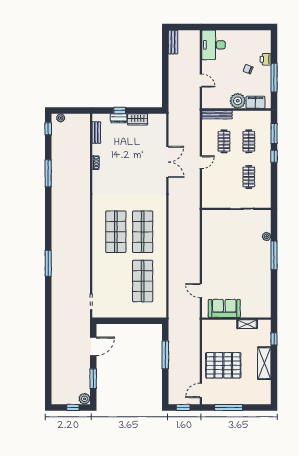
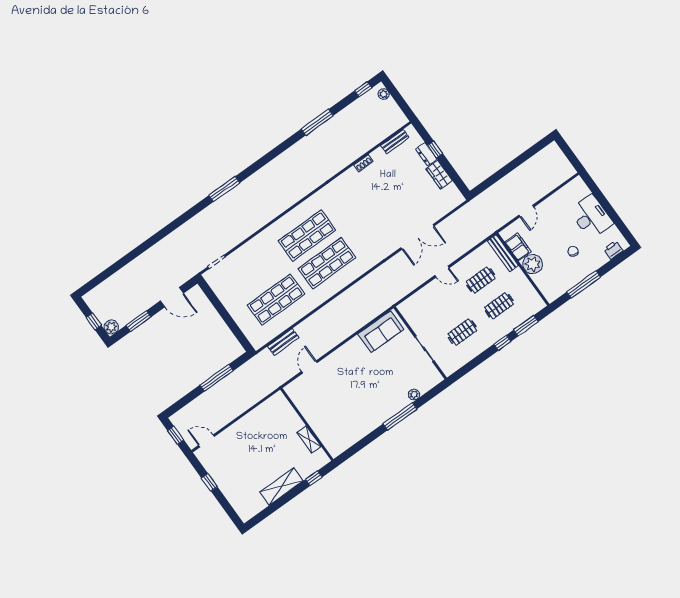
bench: (173, 42) -> (283, 342), moved
desk: (214, 45) -> (591, 217), moved, turned 90
printer: (266, 59) -> (613, 250), moved
filing cabinet: (255, 102) -> (518, 247), moved
sofa: (224, 308) -> (381, 332), moved, turned 90
pallet: (223, 365) -> (249, 445), removed
window: (229, 407) -> (209, 482), width x0.46

